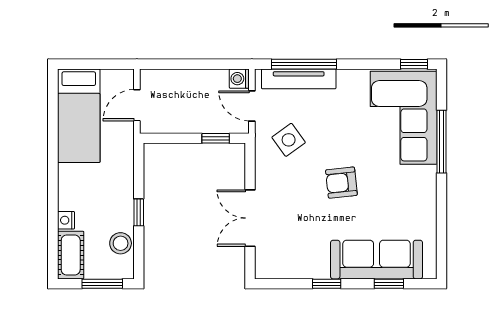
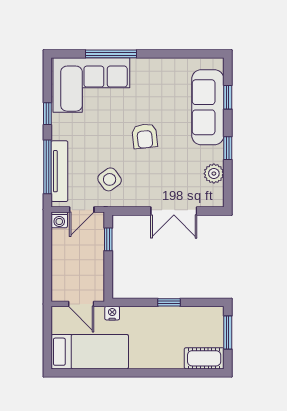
window: (414, 64) -> (47, 114), moved
nightstand: (66, 220) -> (112, 313), moved, turned 180
stool: (121, 243) -> (194, 317), removed
plant: (296, 267) -> (214, 174), added

